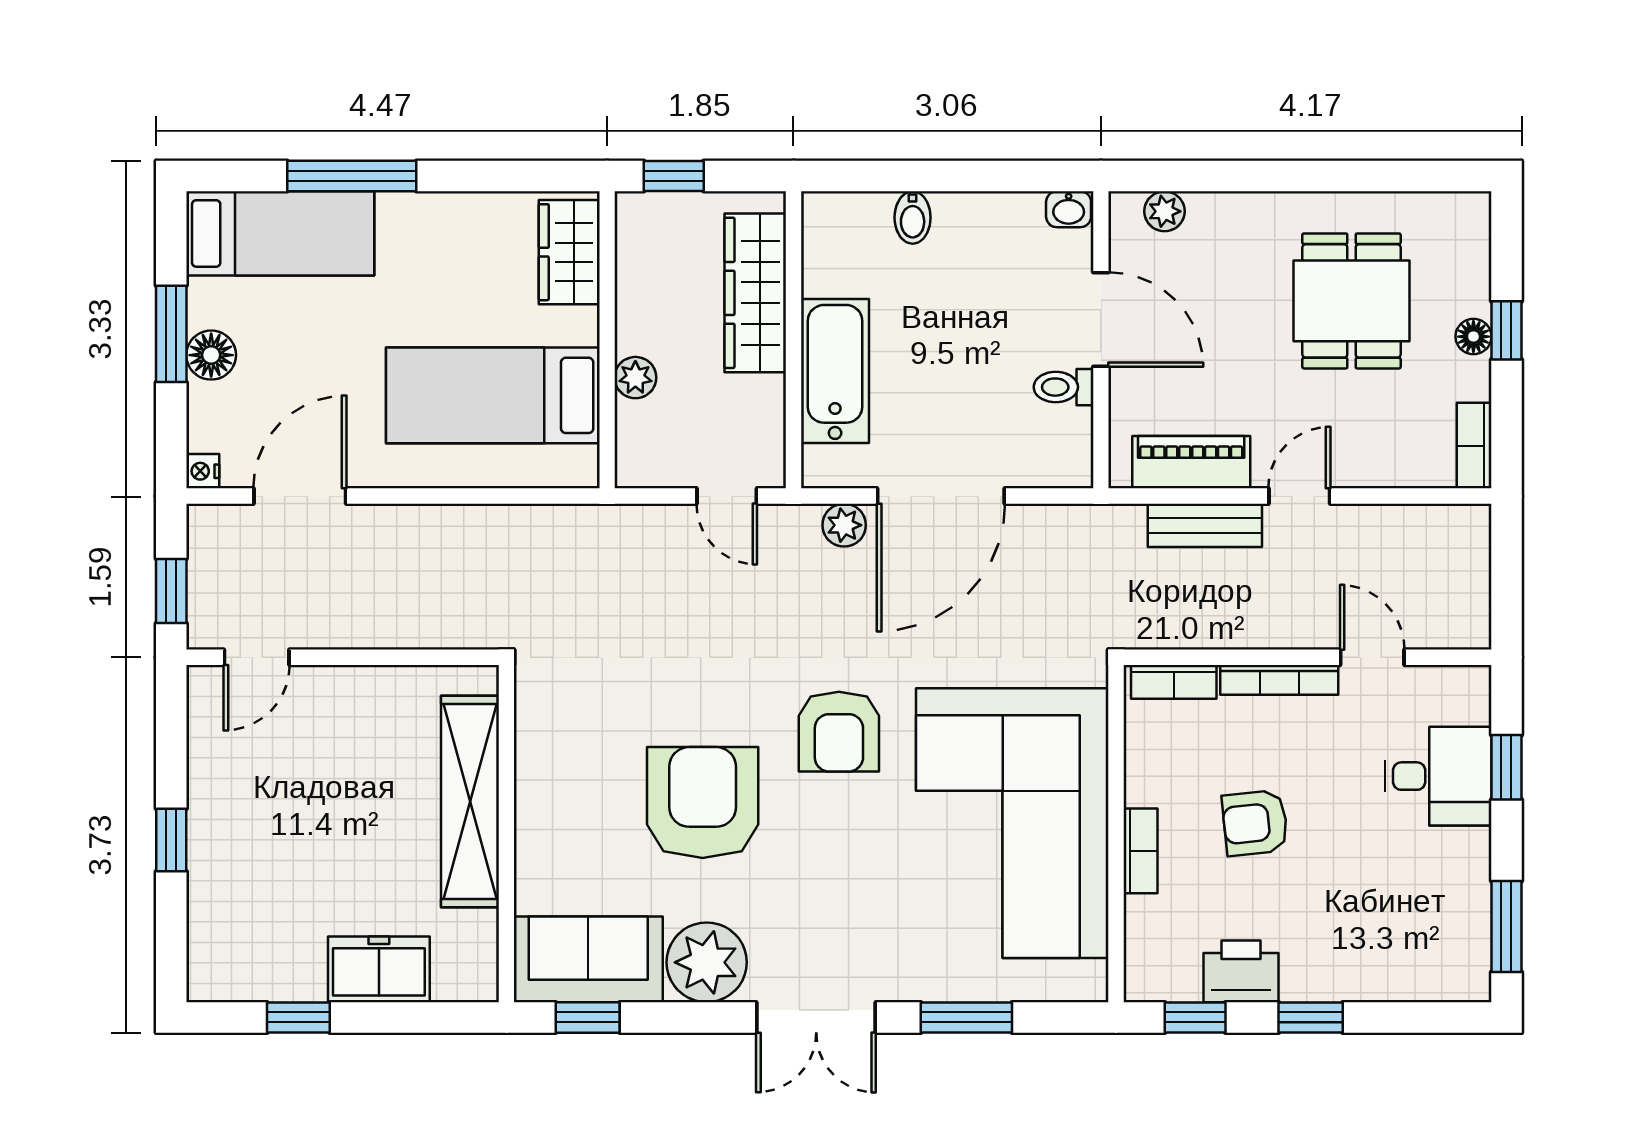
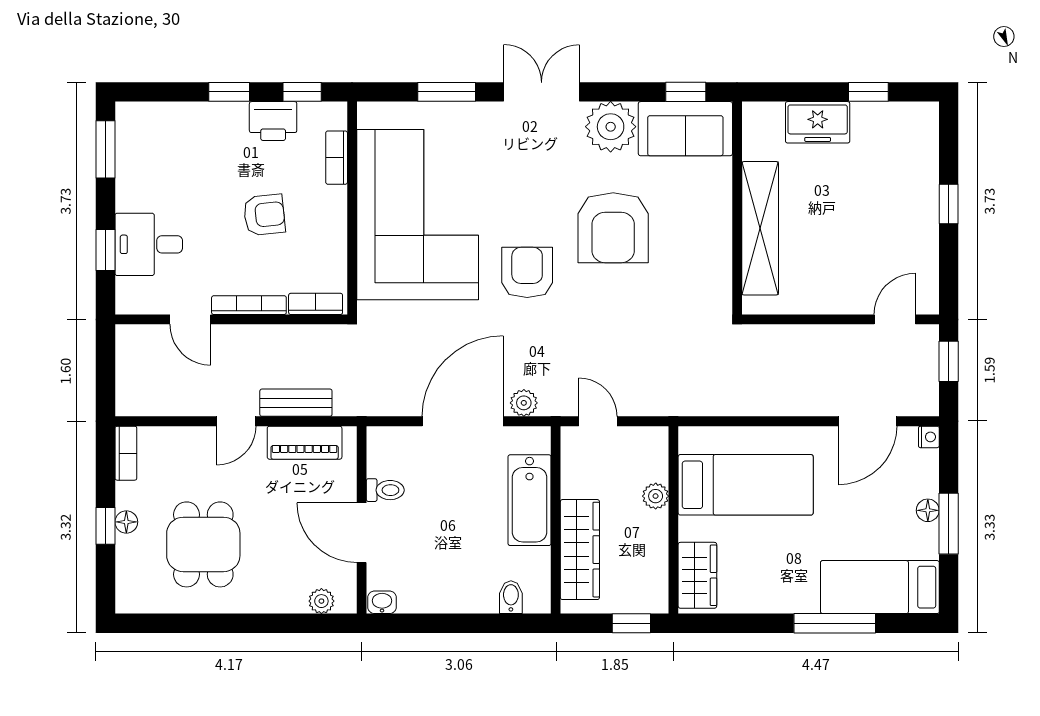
bidet: (913, 218) -> (511, 597), moved
floor lamp: (211, 355) -> (928, 510), width x0.73, depth x0.73
bookcase: (1141, 851) -> (337, 158), moved

